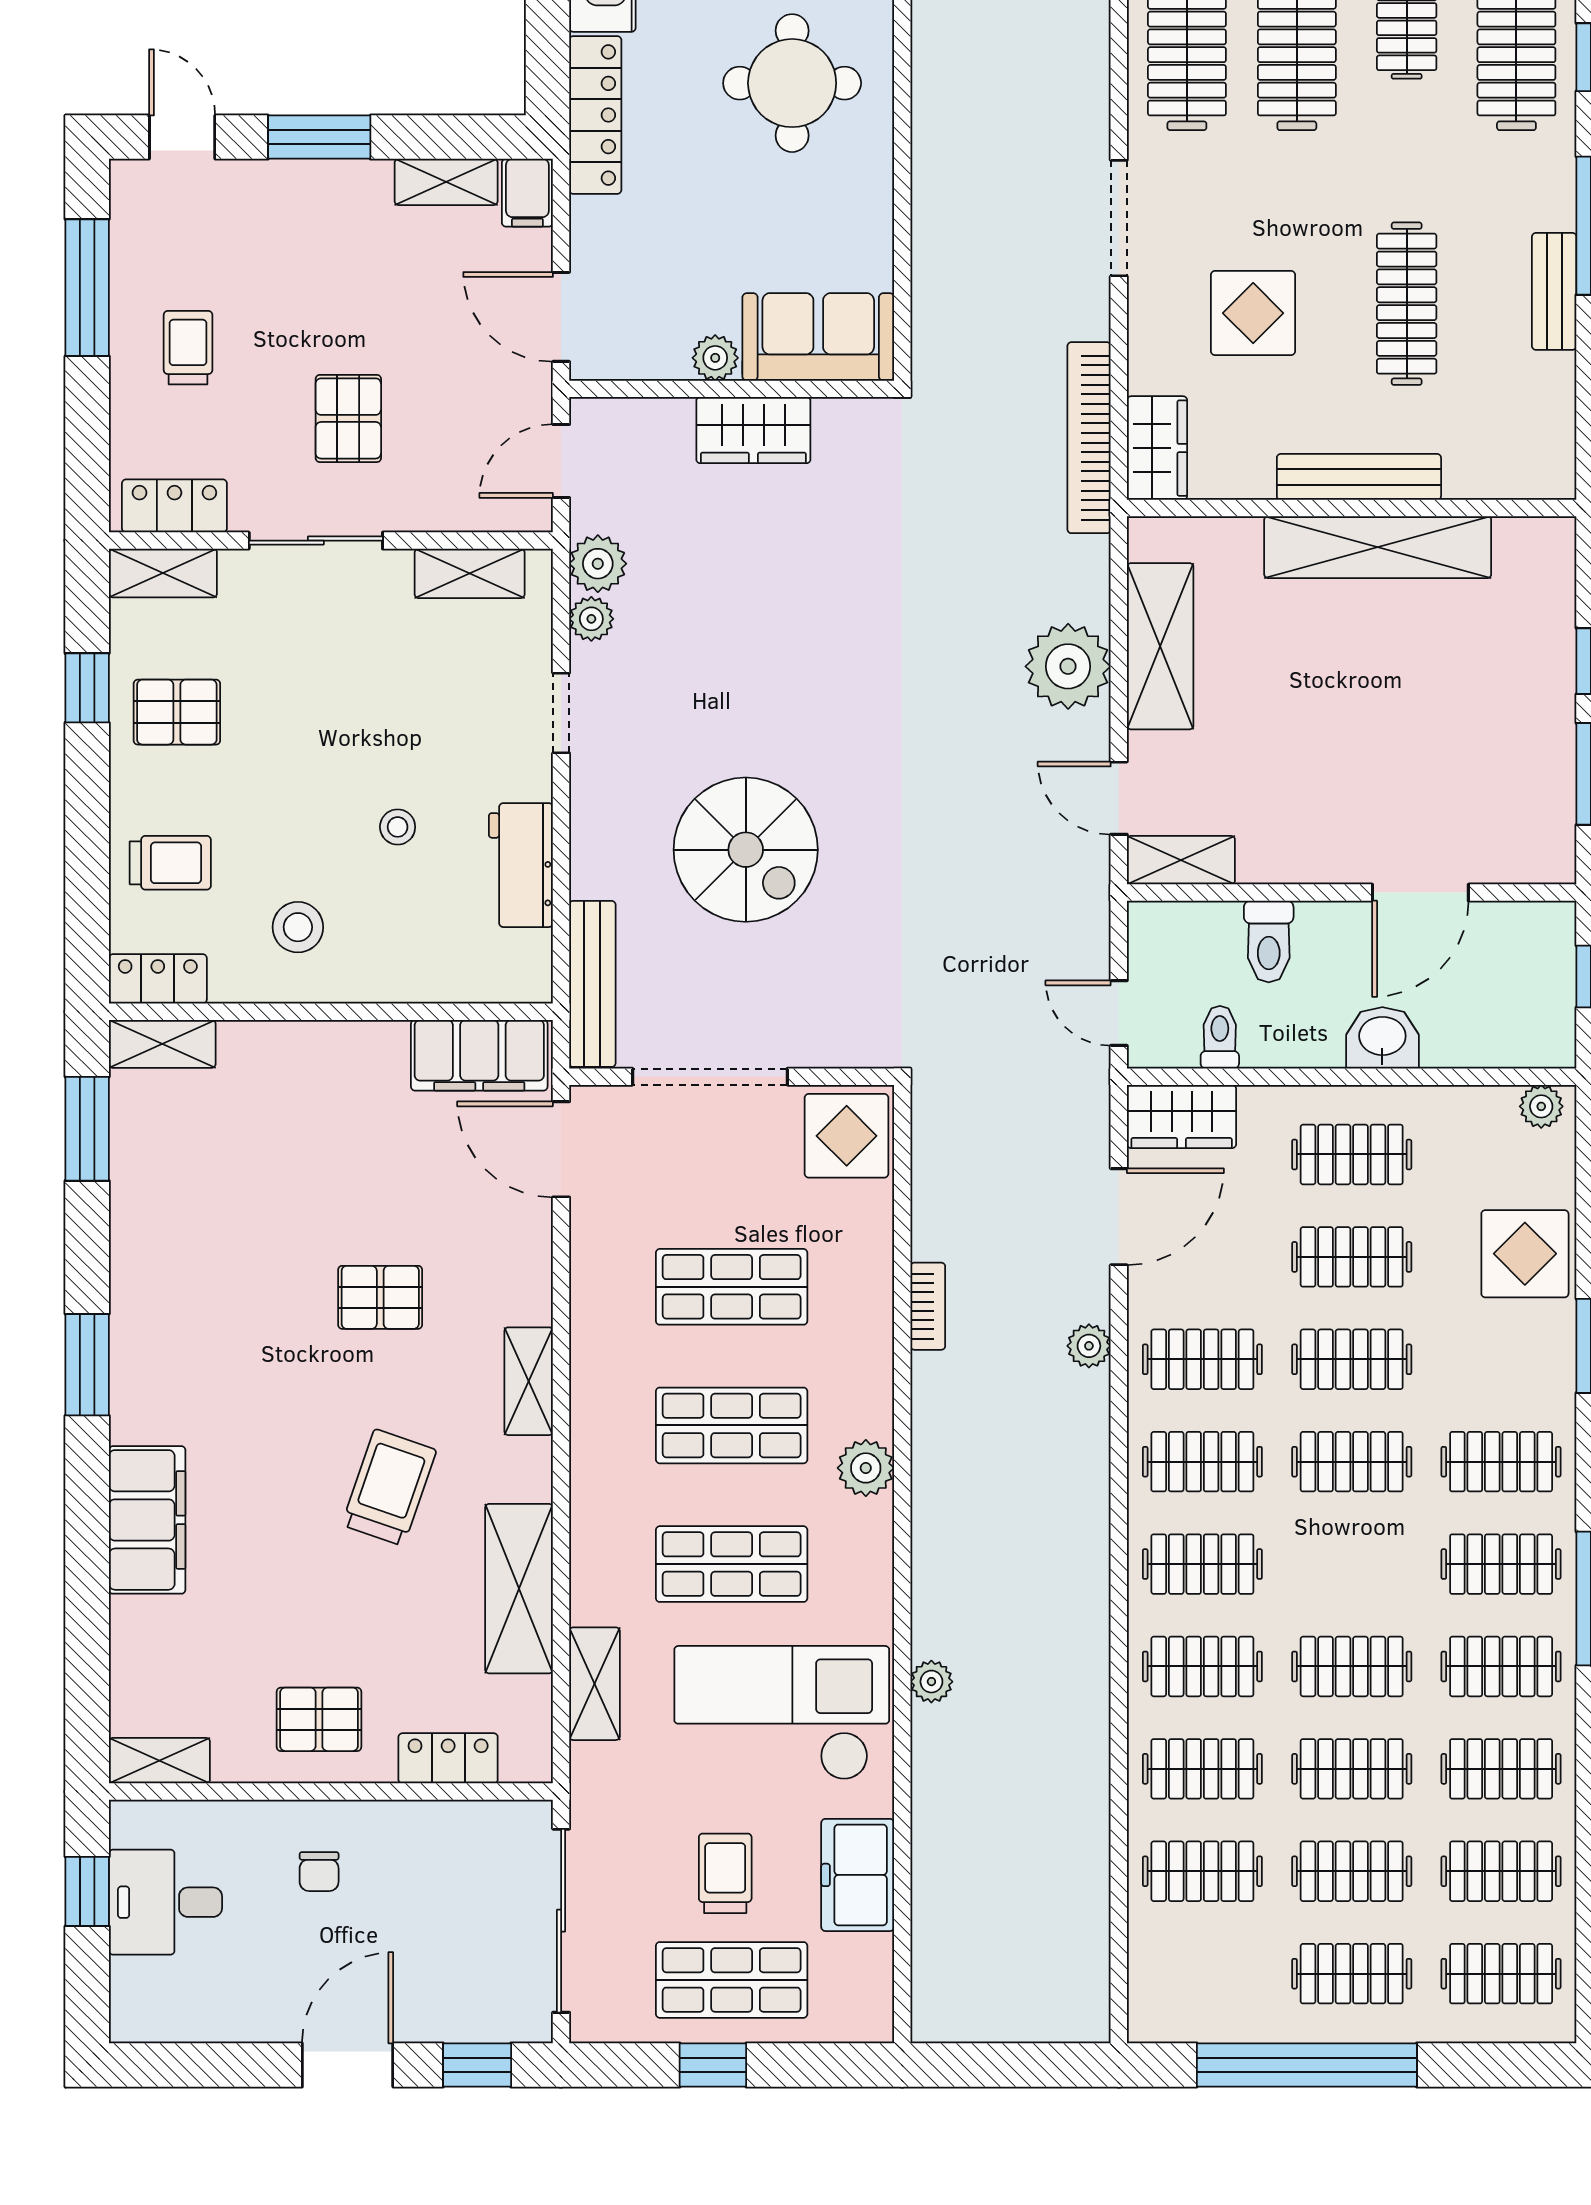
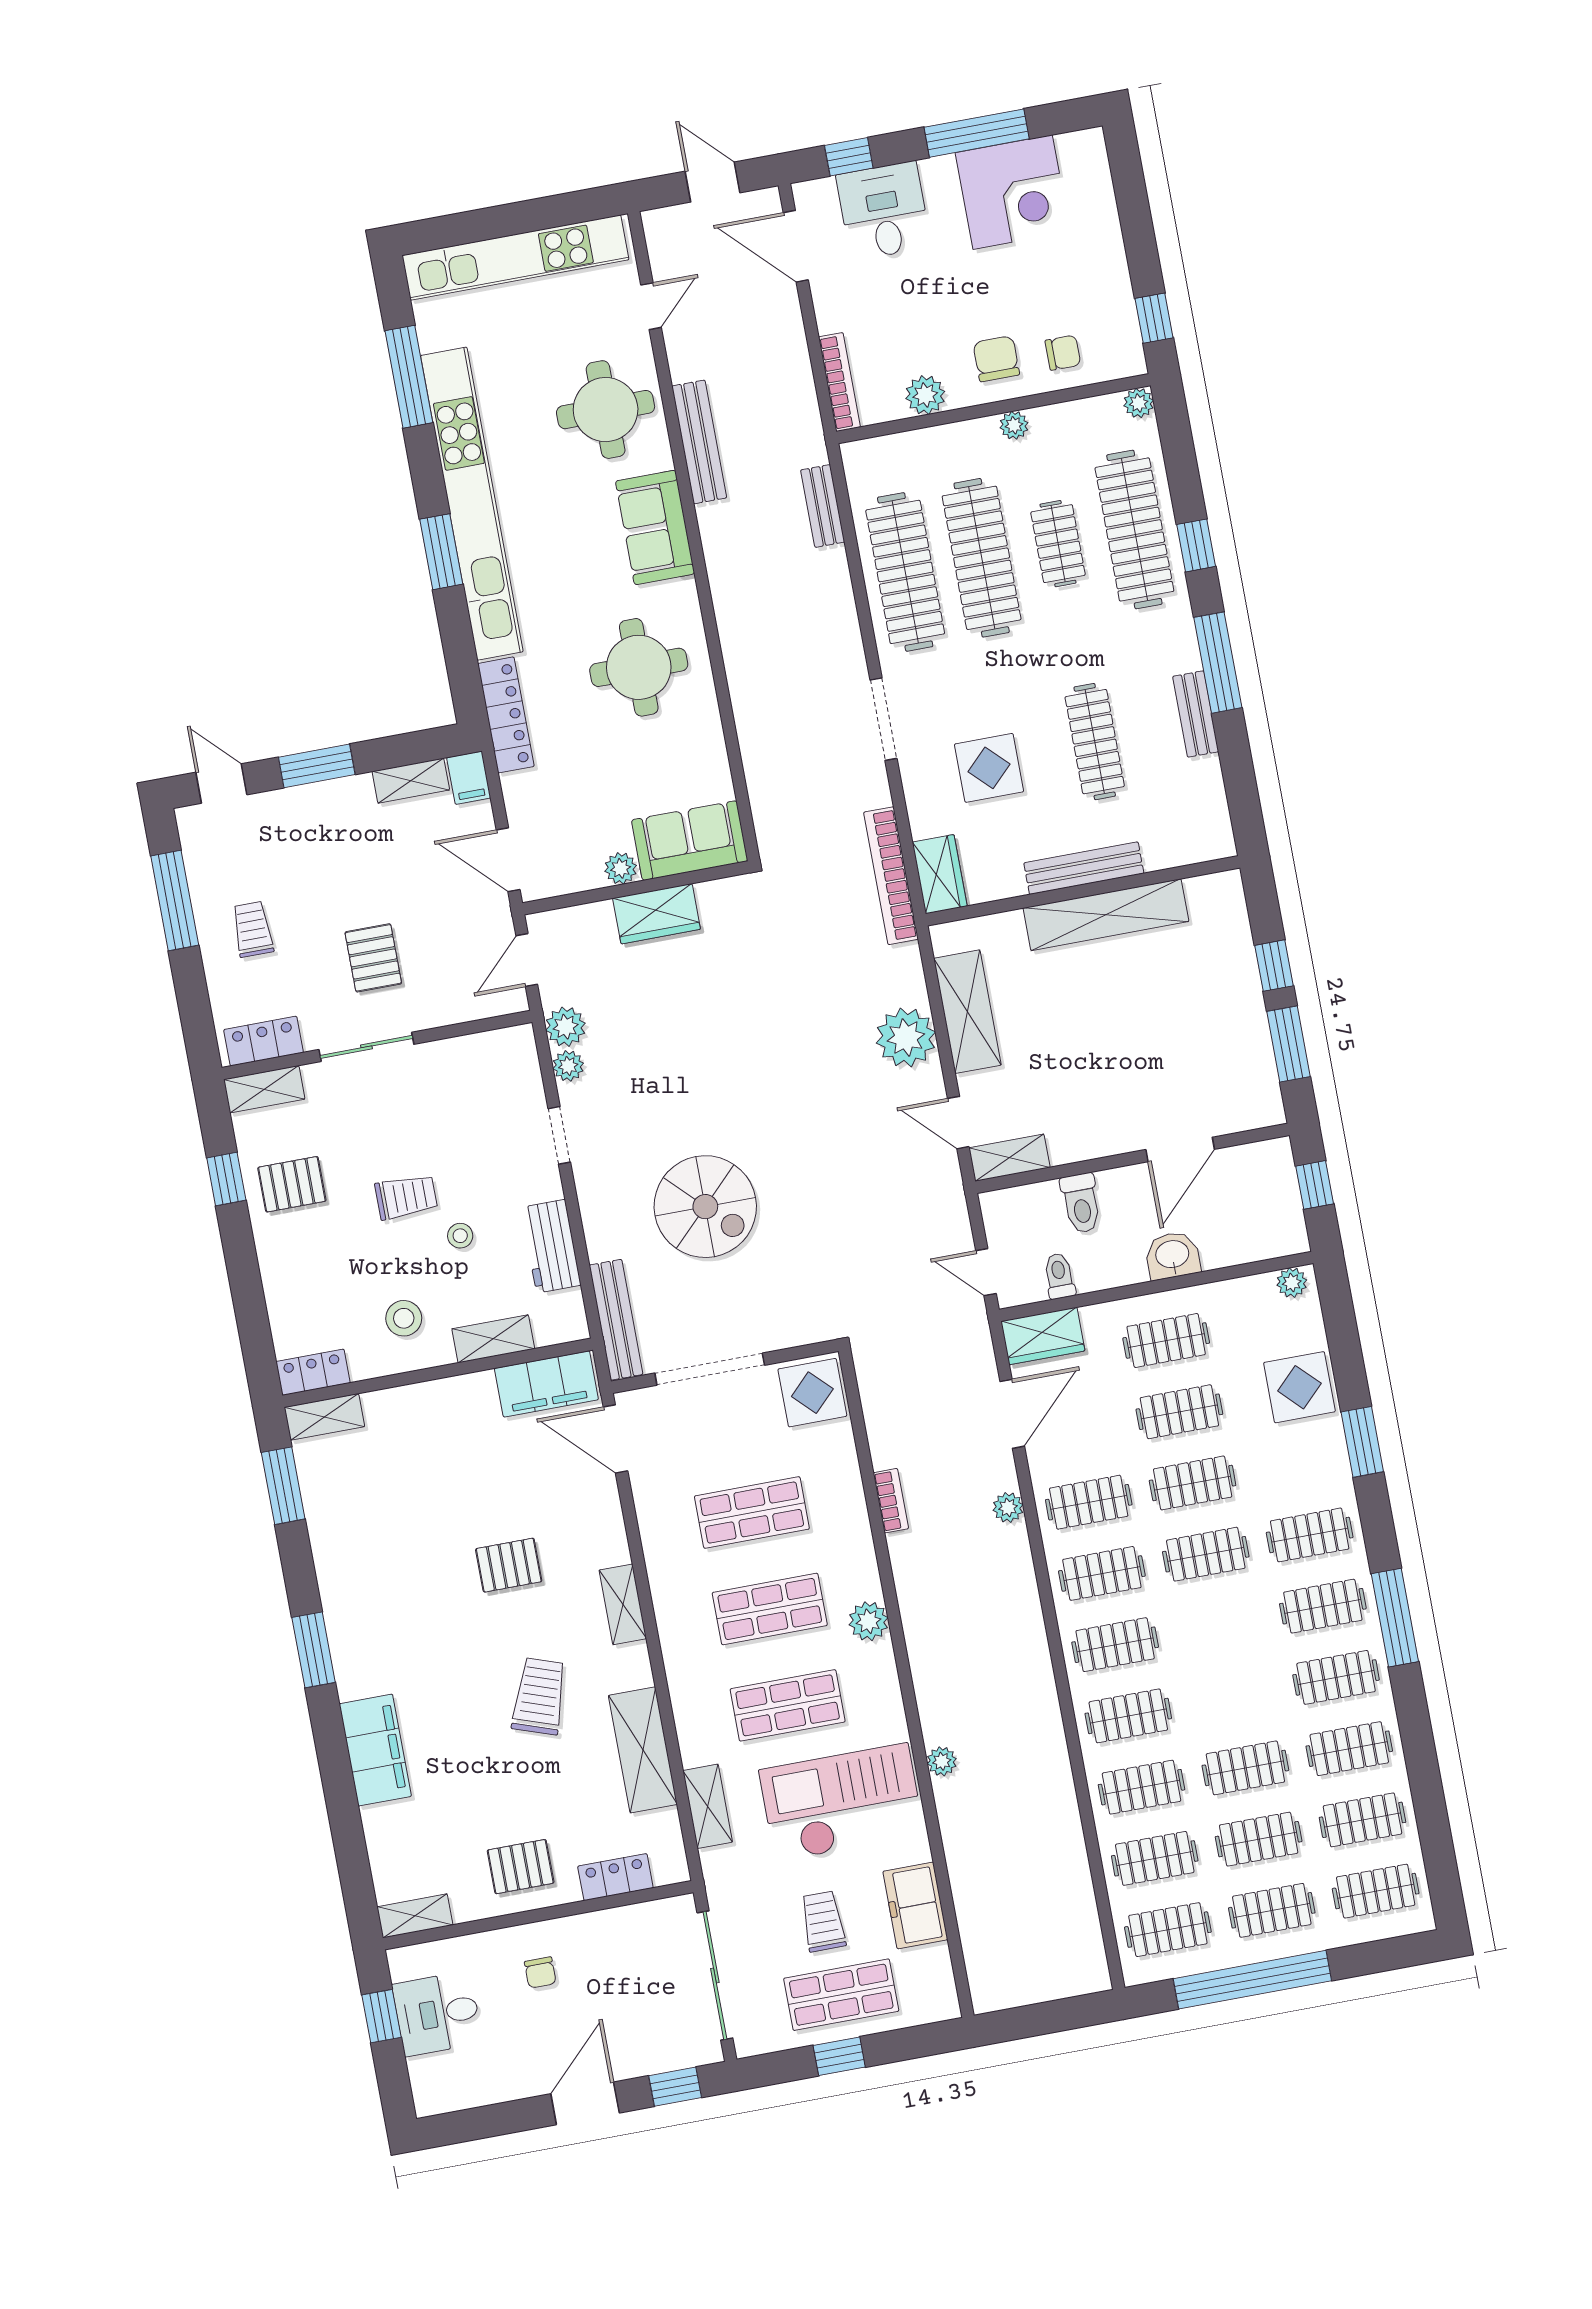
shelving: (470, 573) -> (493, 1339), moved
trolley: (170, 863) -> (406, 1197), moved
clothes rail: (1352, 1666) -> (1168, 1930), moved

